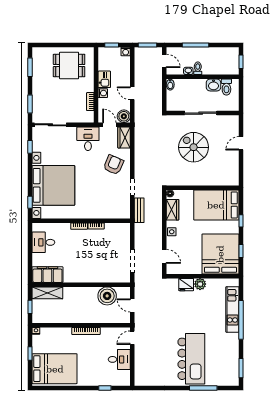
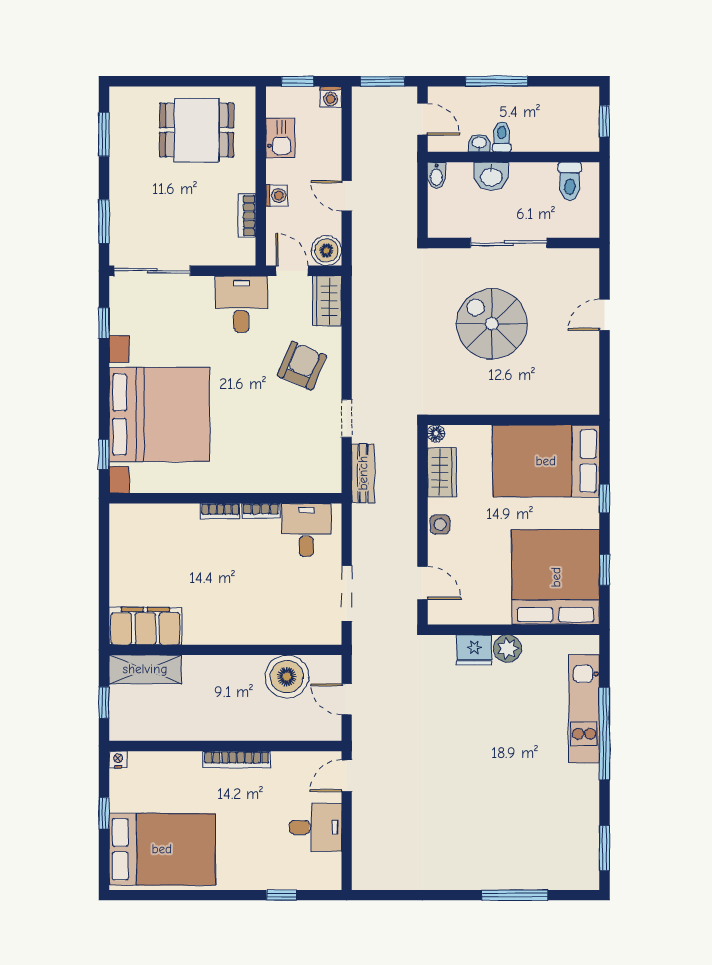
kitchen sink: (104, 79) -> (280, 138), moved
washbasin: (214, 85) -> (491, 176), moved
desk: (43, 242) -> (306, 530), moved, turned 90
kitchen island: (191, 359) -> (487, 826), removed

